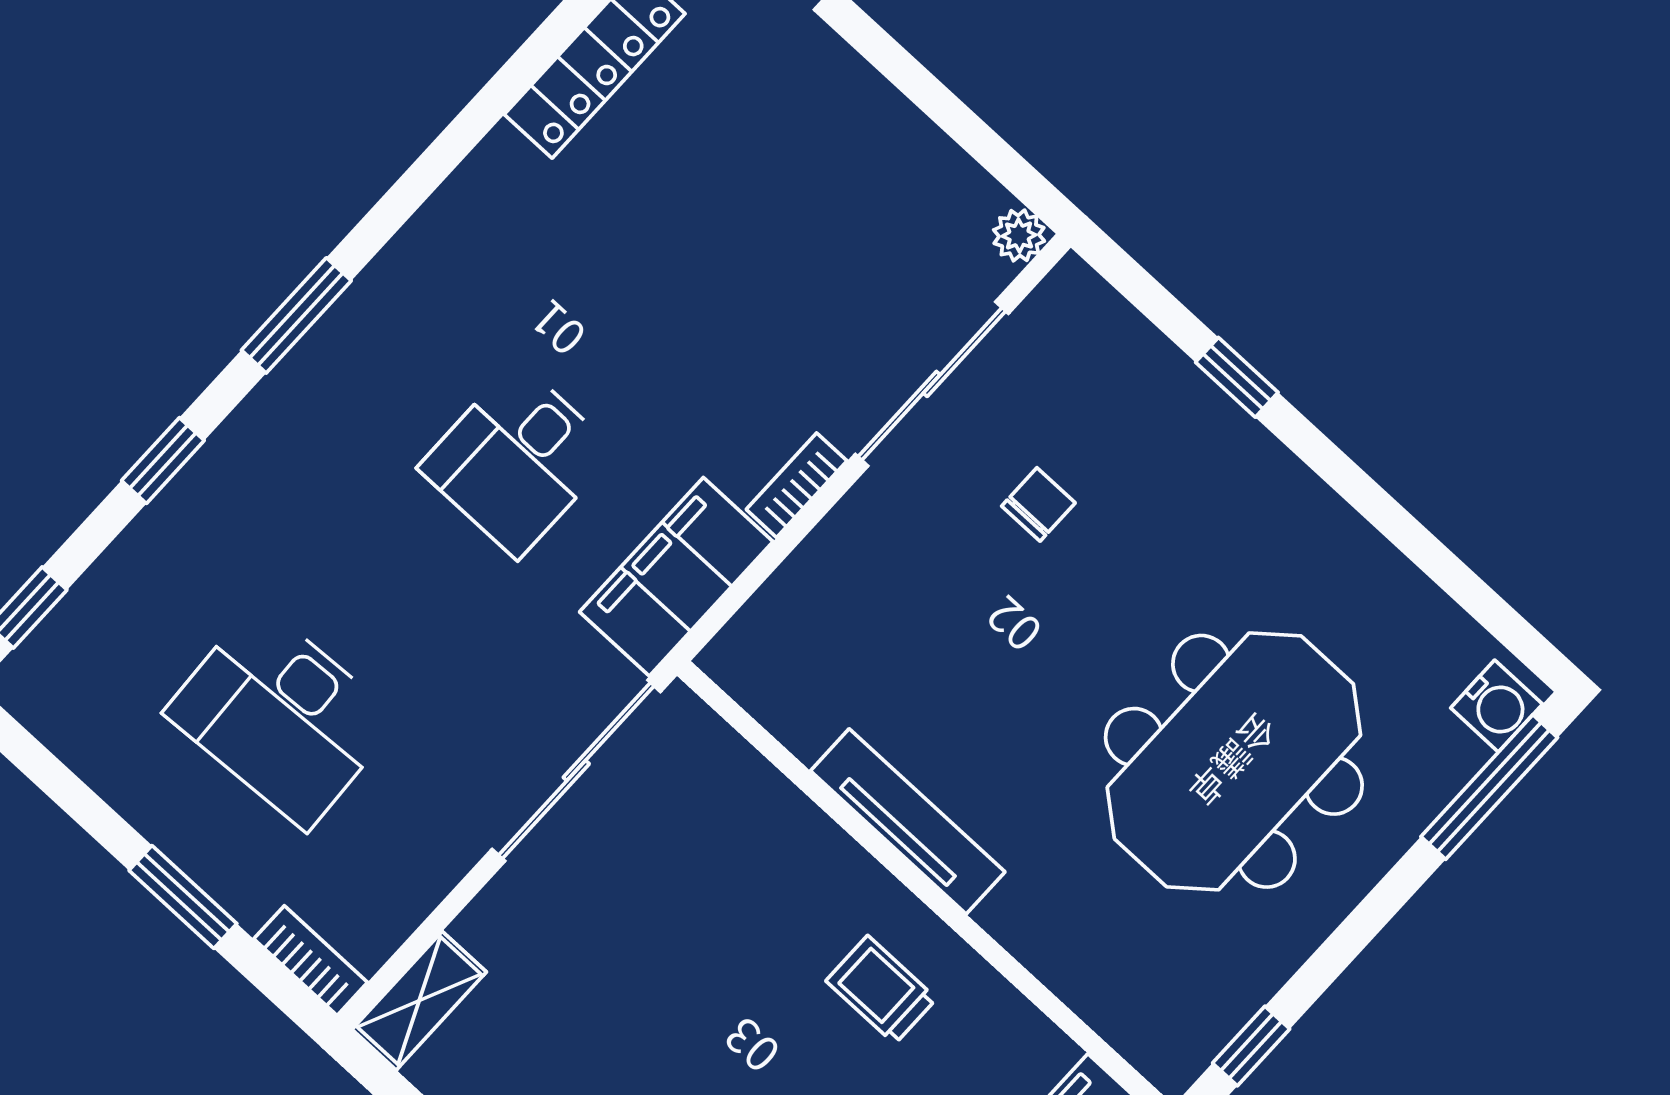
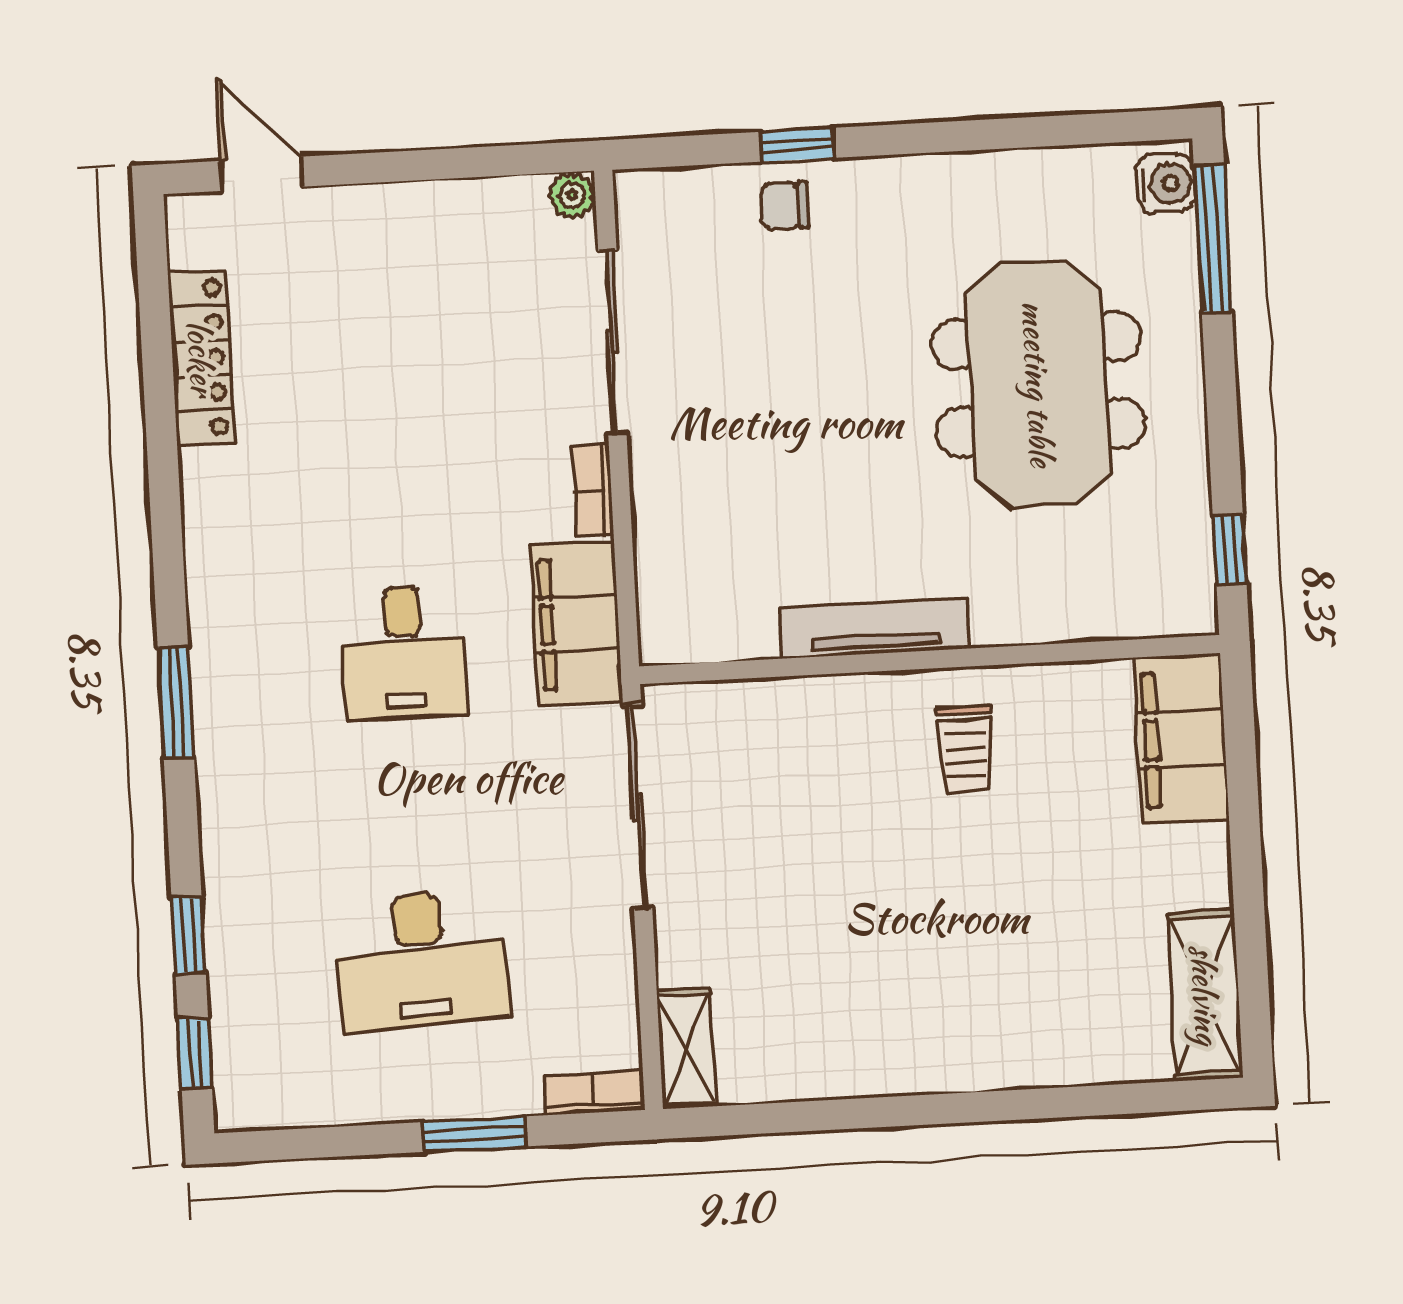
window: (163, 461) -> (189, 936), moved
chair: (1038, 504) -> (785, 205), moved, turned -90
trolley: (881, 990) -> (965, 749), turned -90

